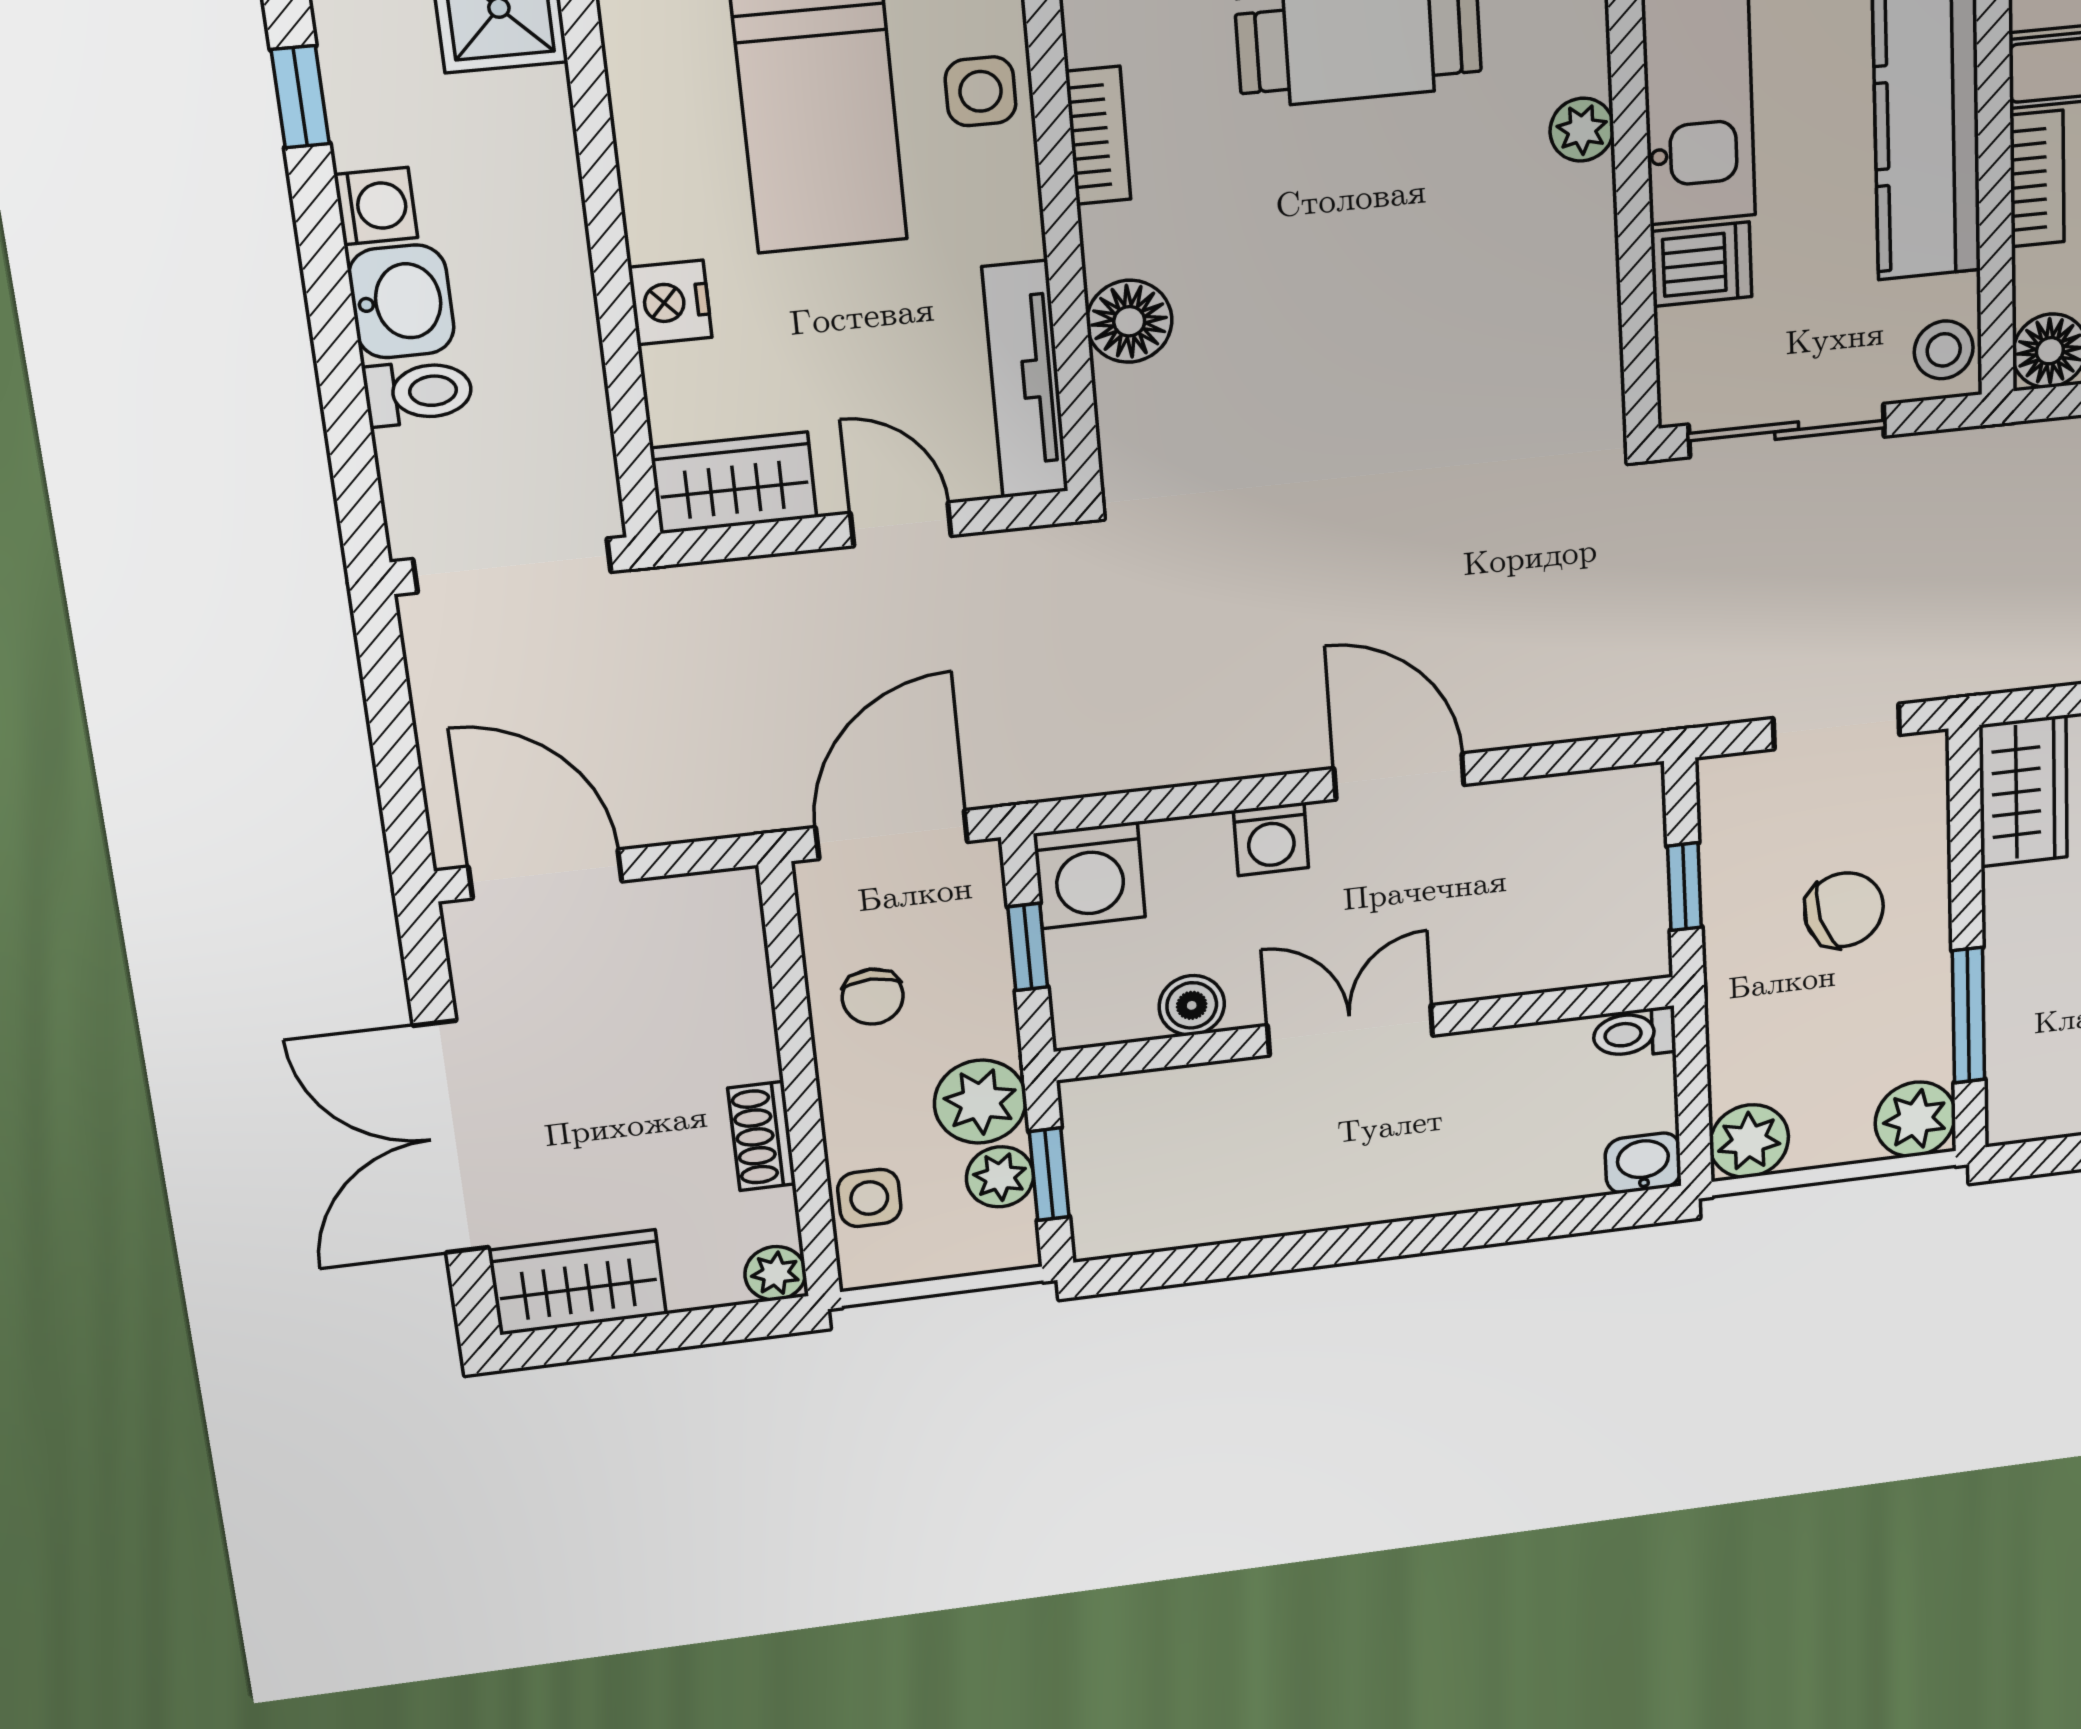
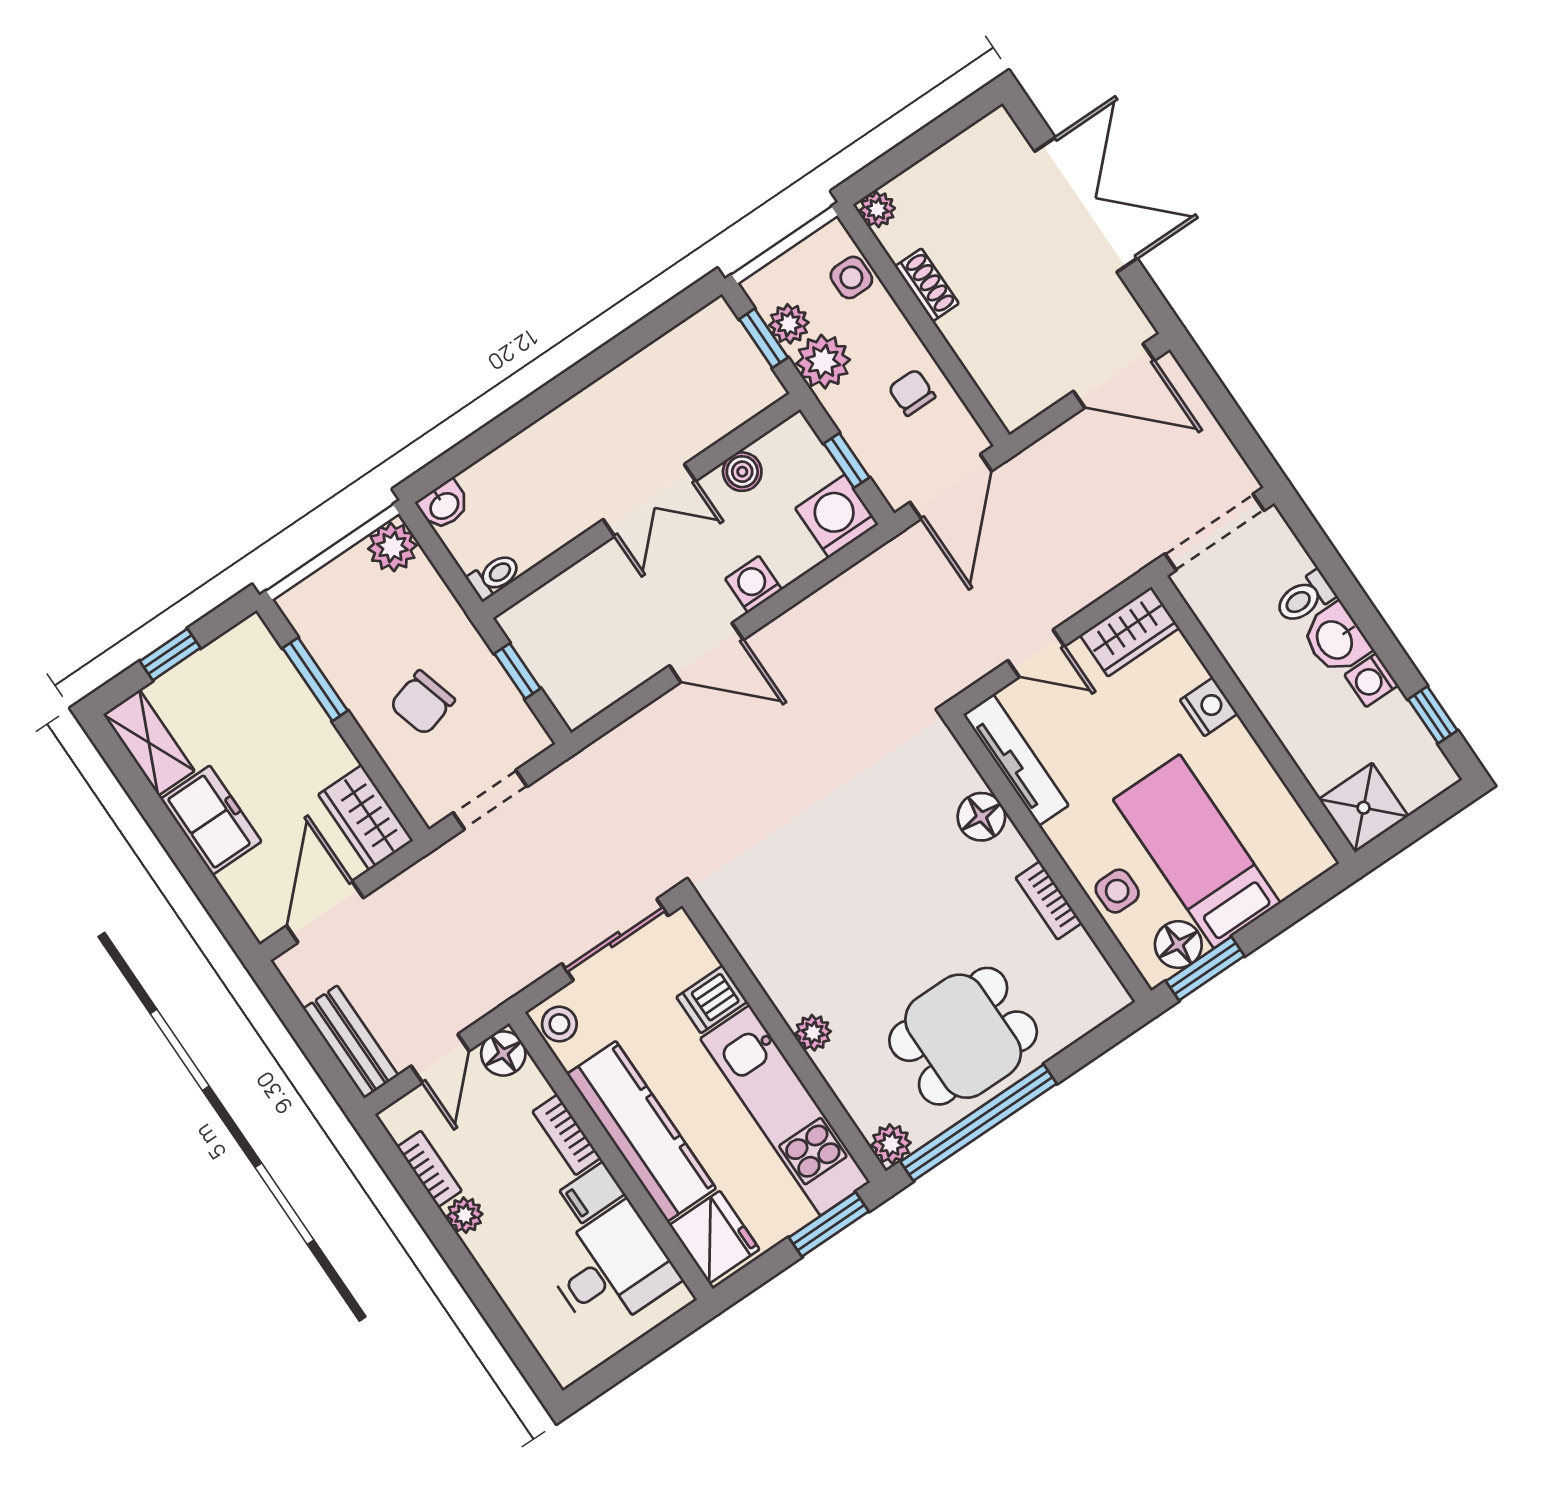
plant: (1915, 1119) -> (307, 606), removed
wardrobe: (578, 1282) -> (978, 153), removed

